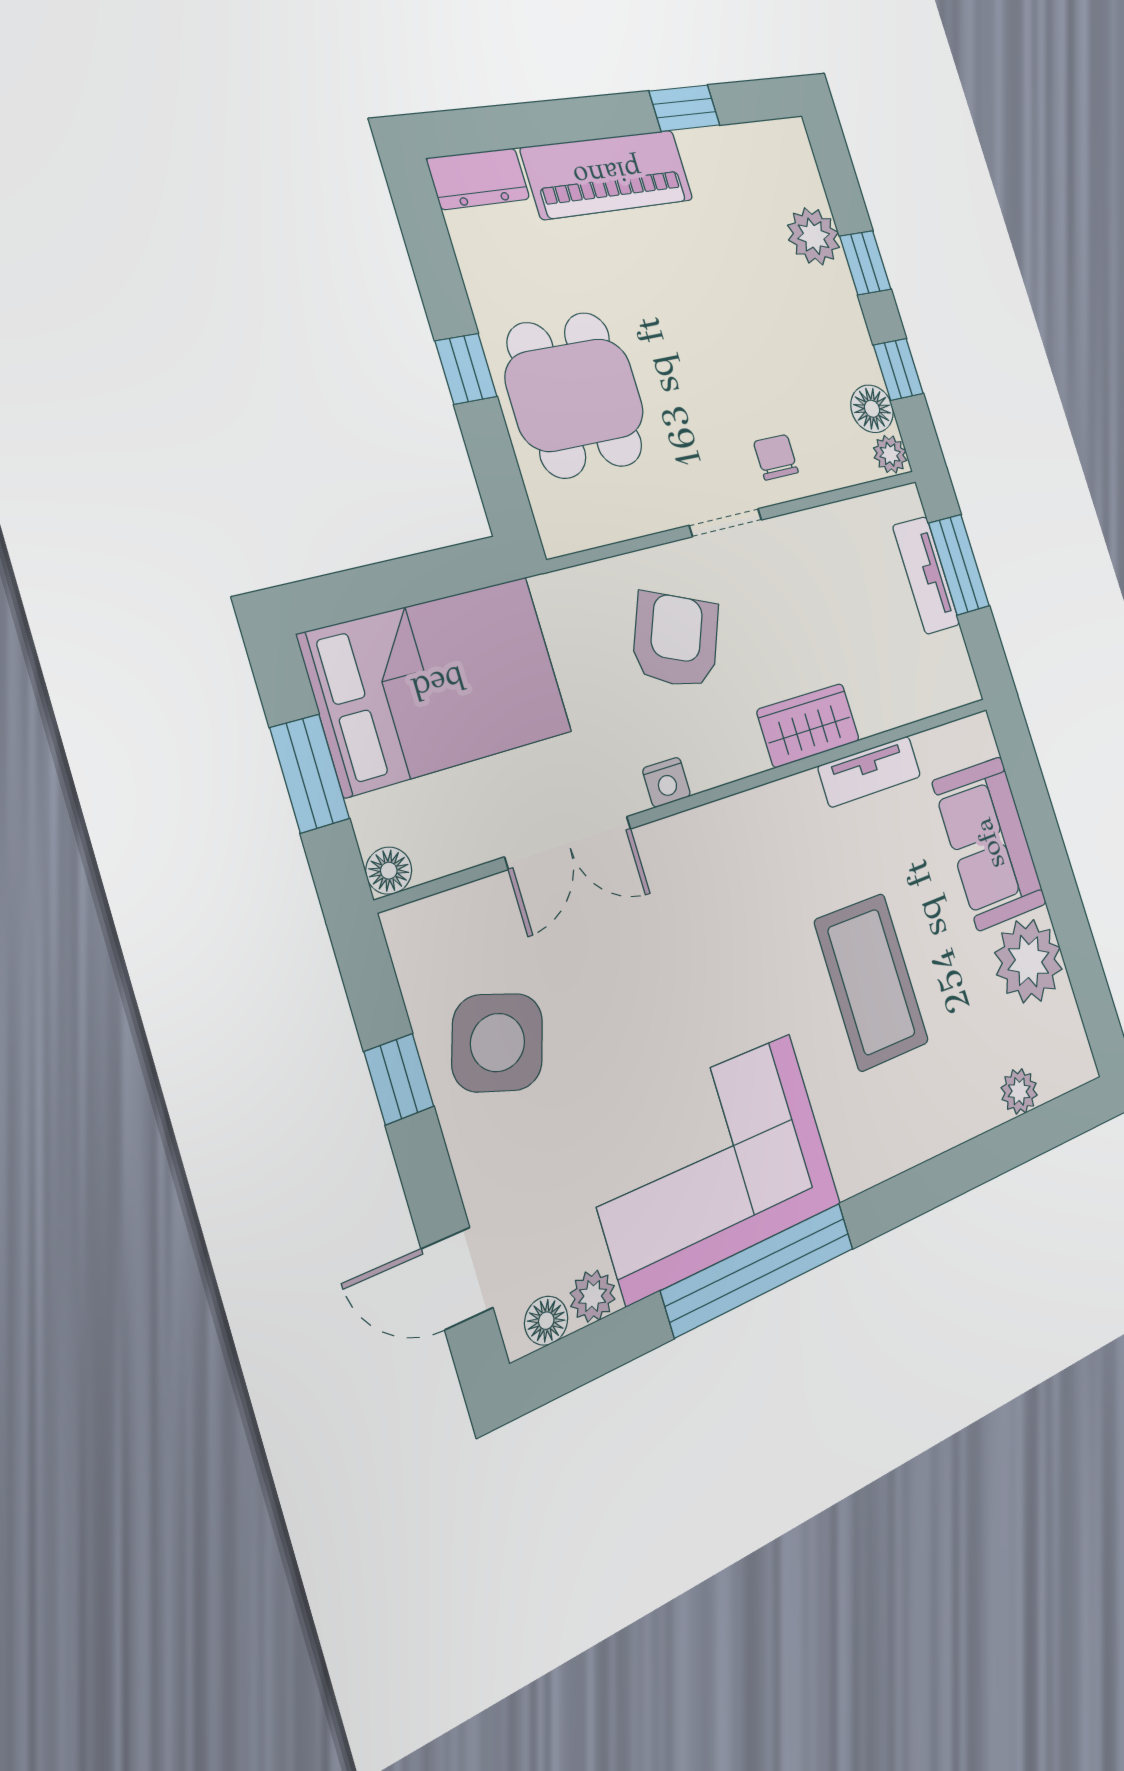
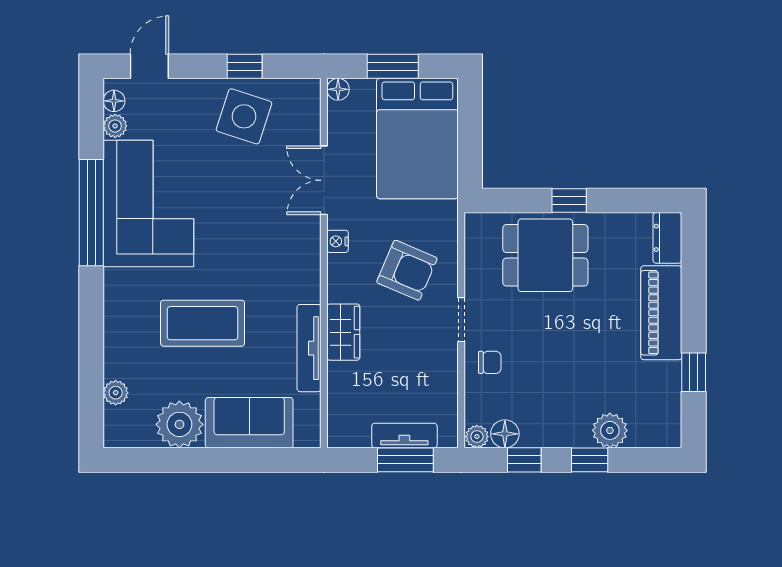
tv unit: (870, 771) -> (309, 348), width x1.41

